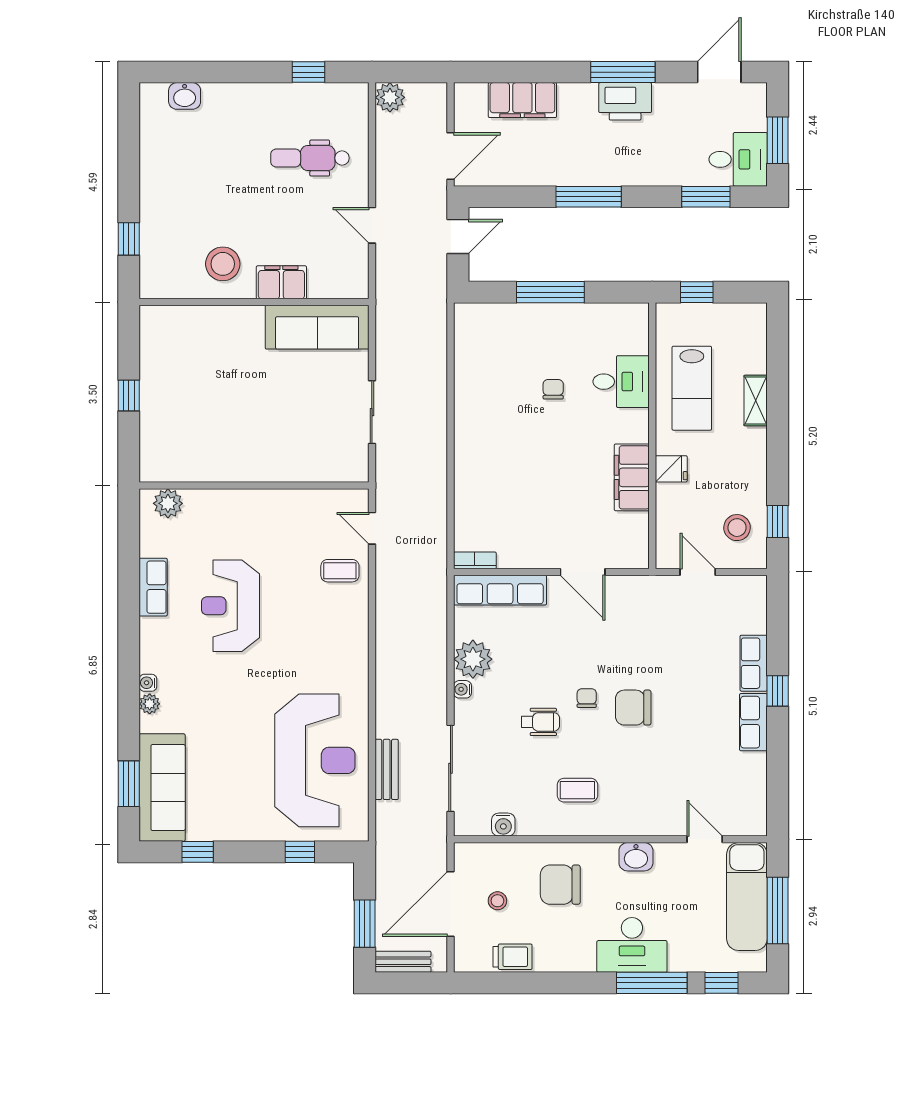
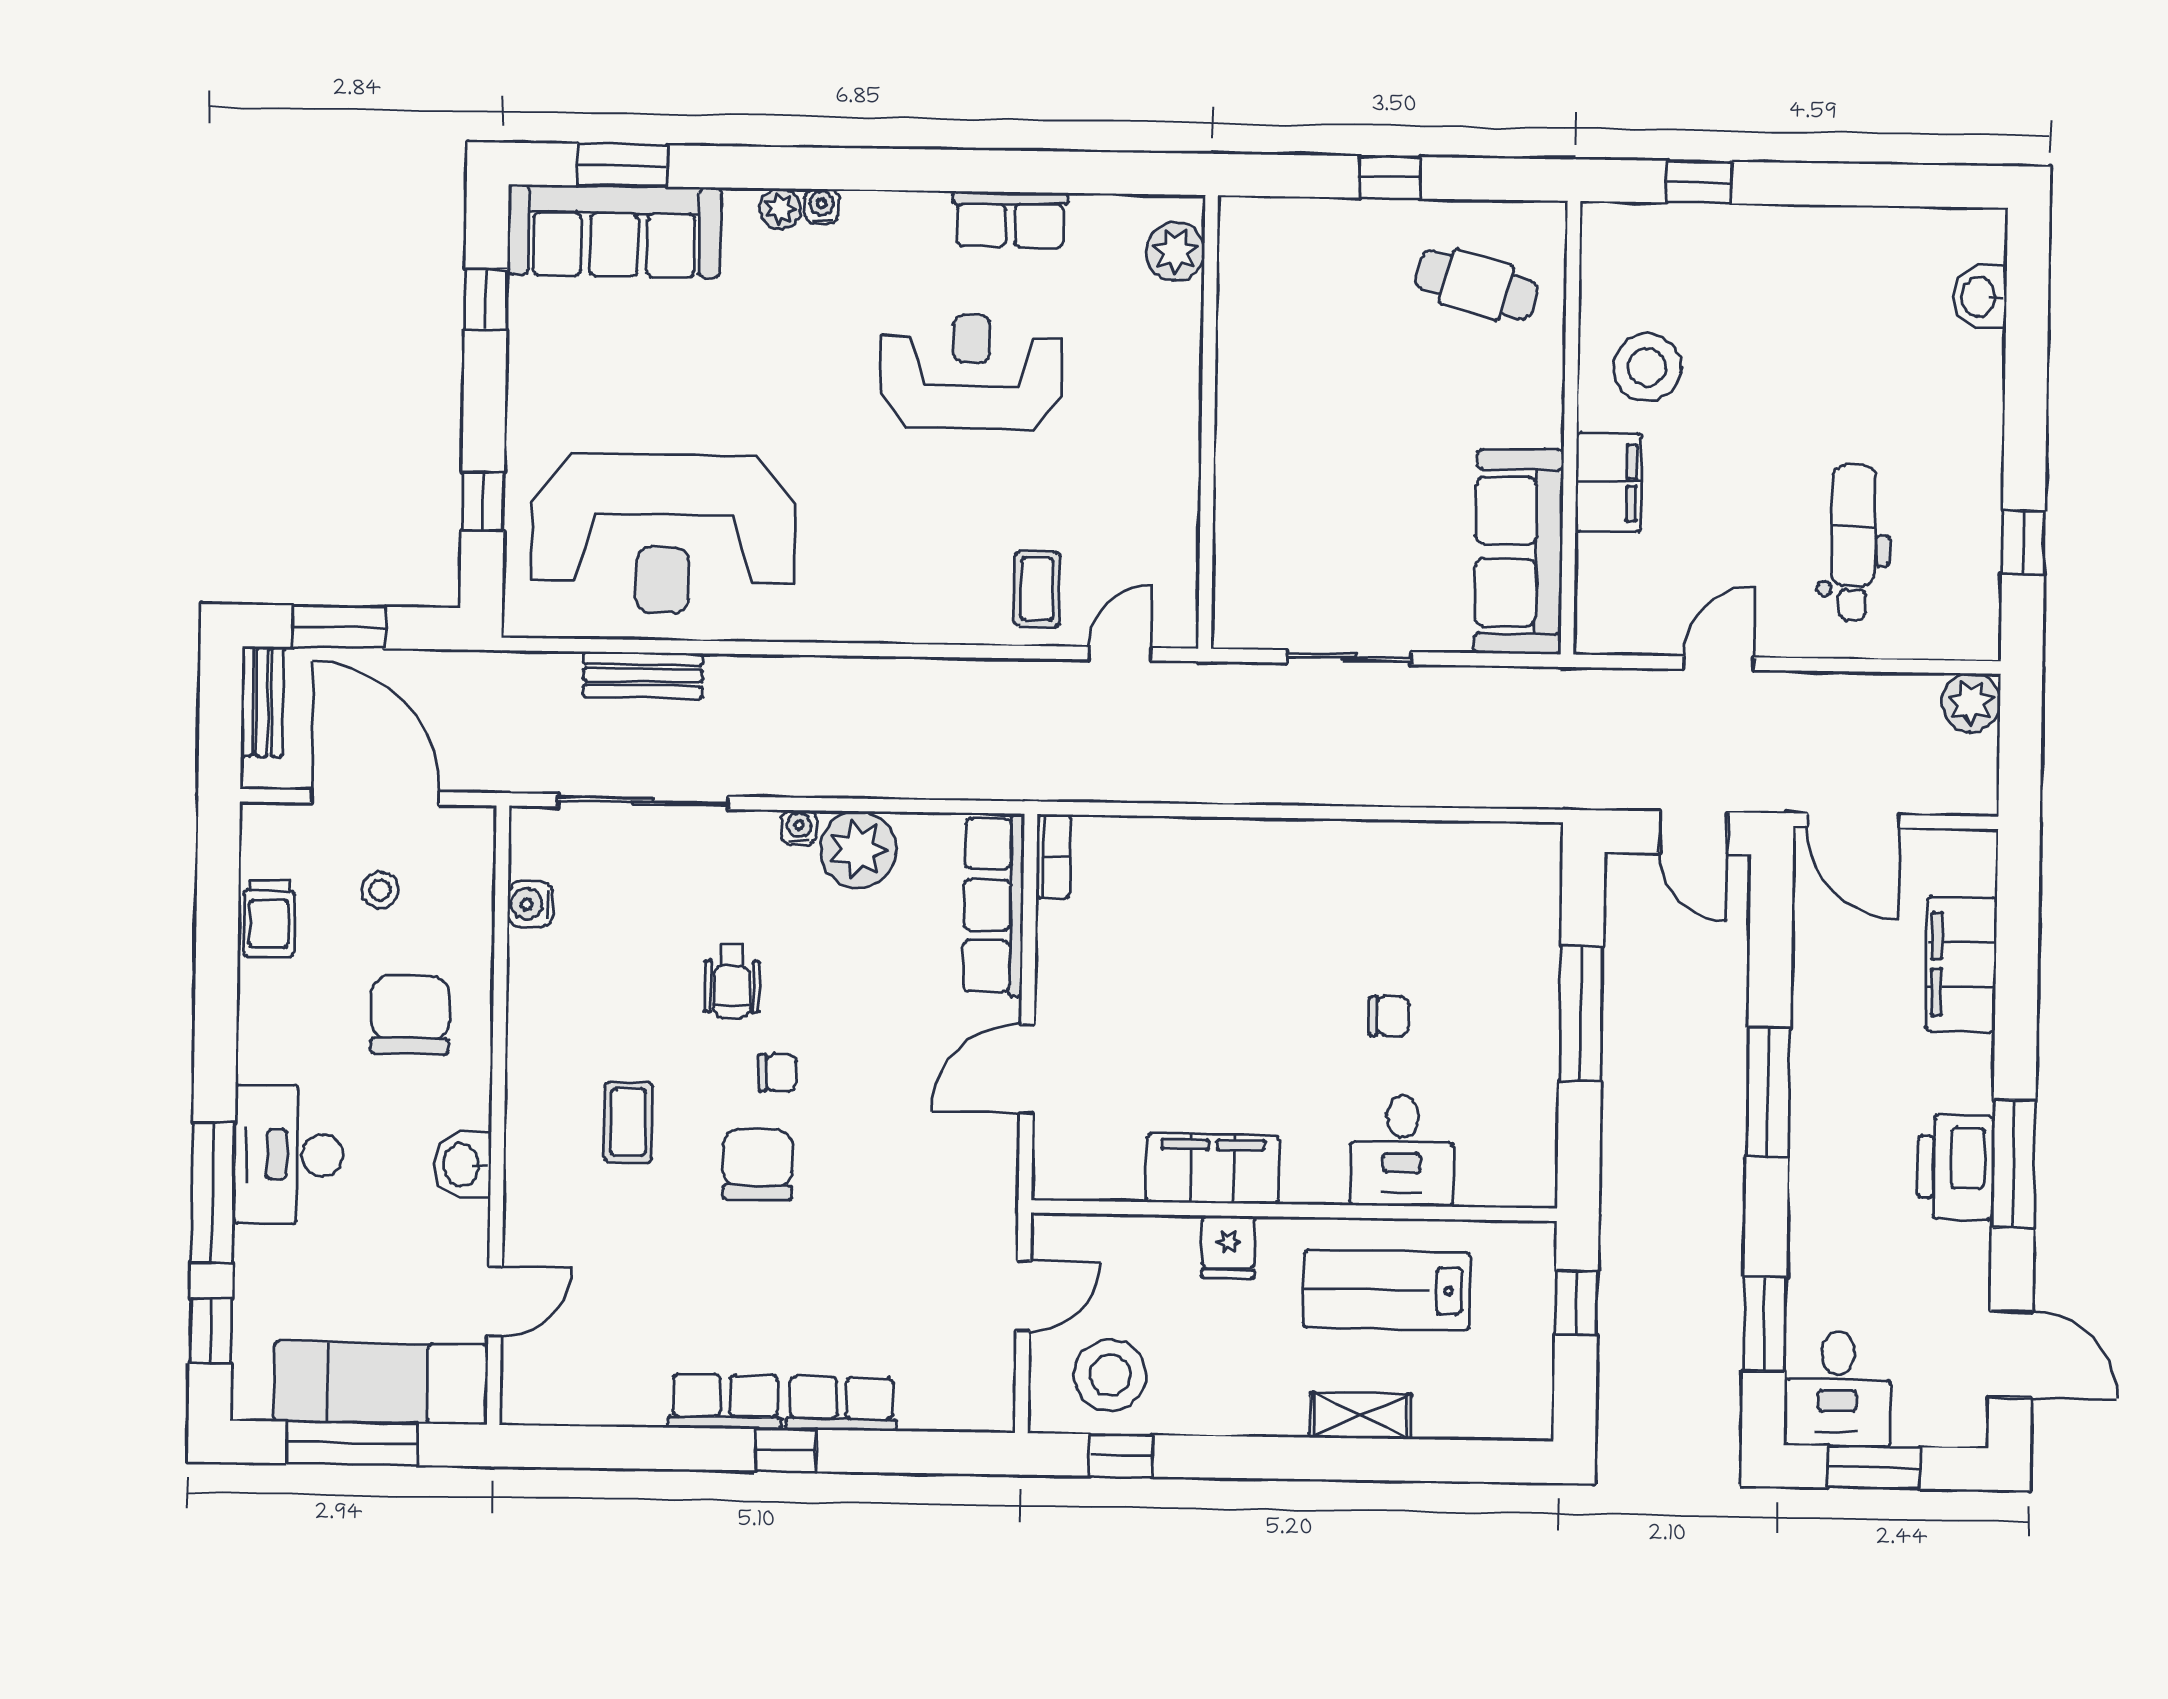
cafe table: (183, 351) -> (1477, 285), added
stool: (737, 528) -> (1110, 1375), width x1.38, depth x1.38
coffee table: (577, 790) -> (628, 1122), moved

